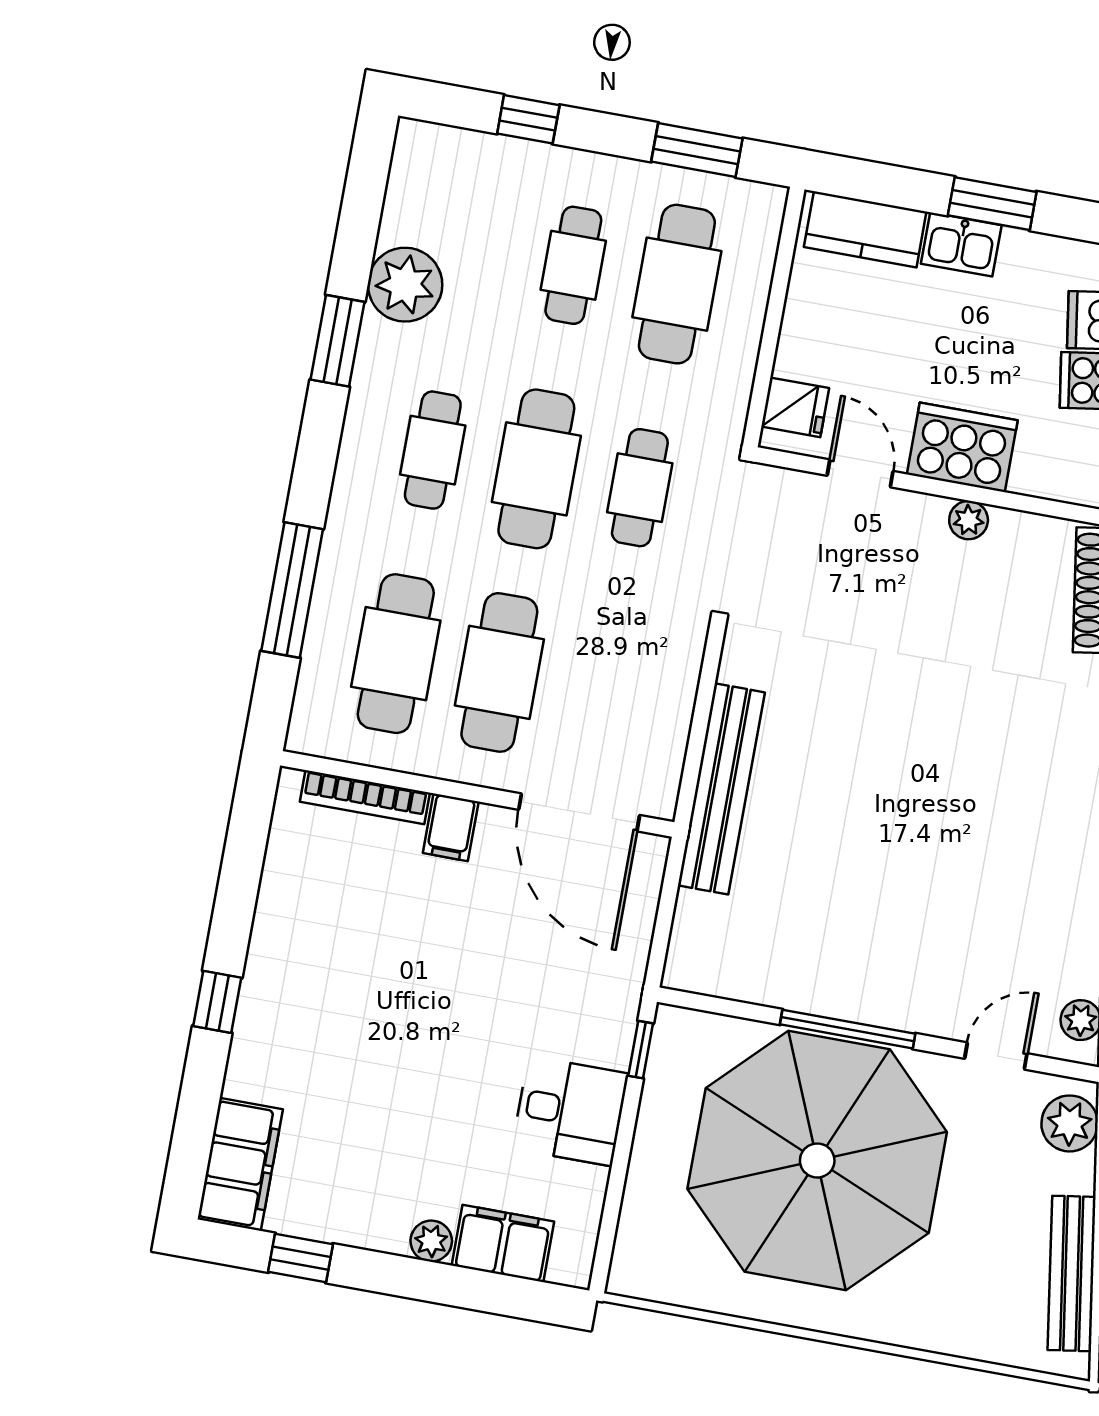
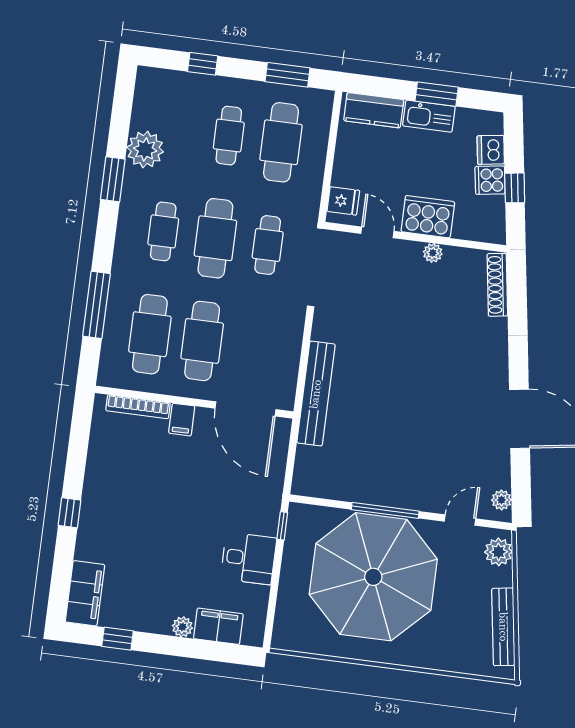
kitchen sink: (961, 244) -> (429, 116), width x1.38

